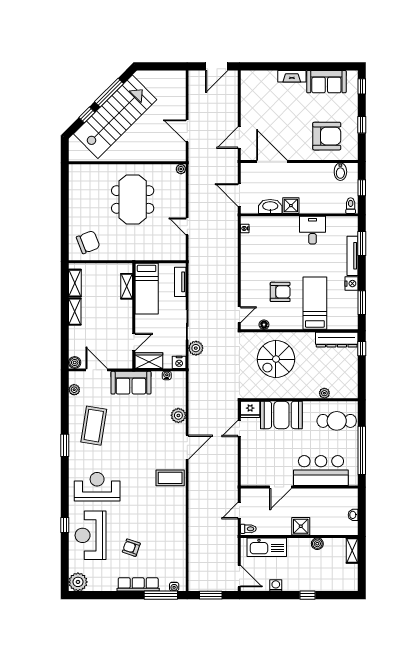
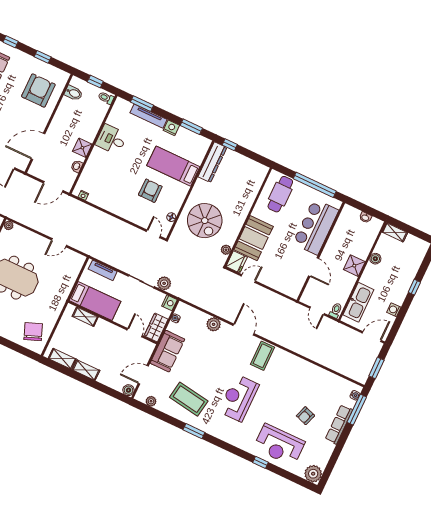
washbasin: (270, 206) -> (77, 166), width x0.52, depth x0.69
plant: (324, 393) -> (226, 250), moved
door: (239, 429) -> (248, 279), swing flipped
reception desk: (97, 487) -> (239, 398), moved

